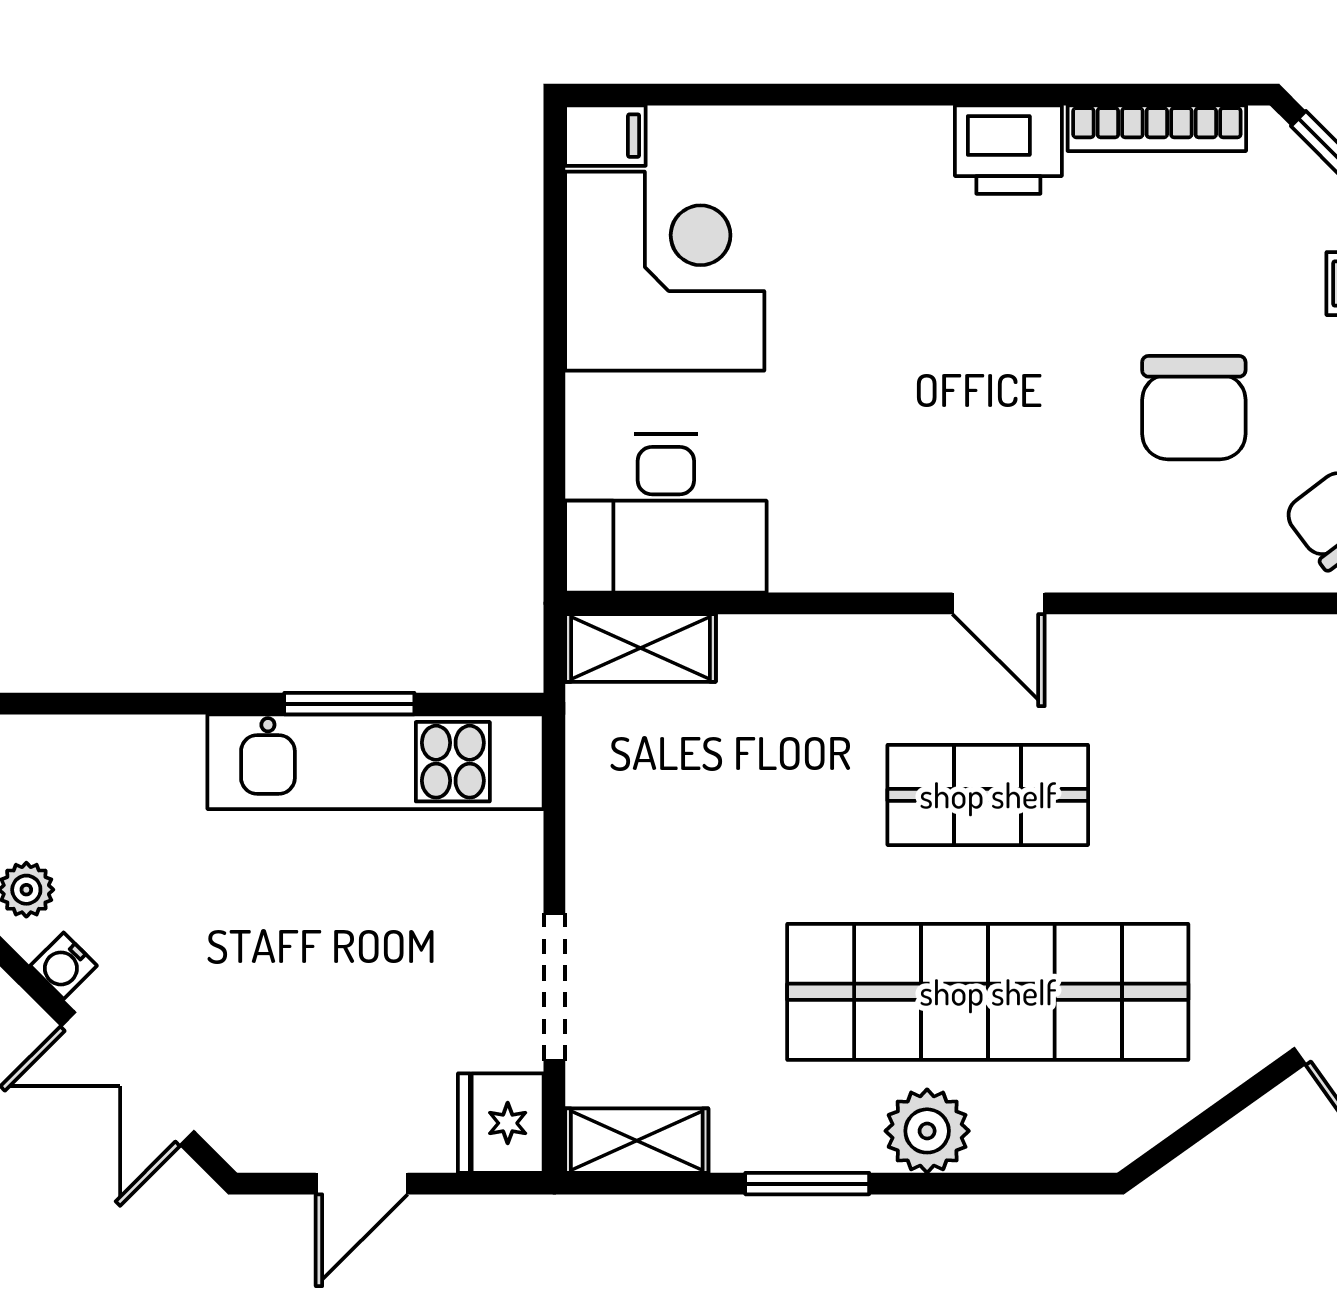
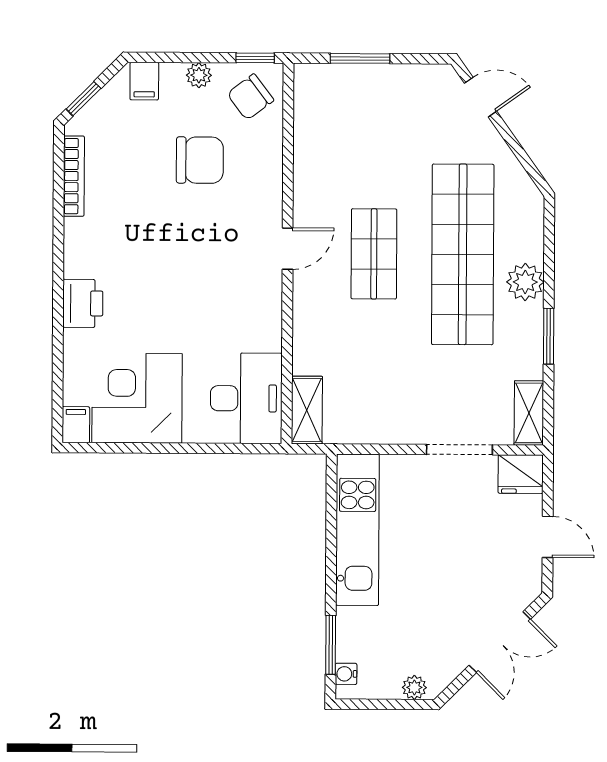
printer: (1008, 150) -> (83, 303), moved
window: (349, 704) -> (331, 645), moved
water cooler: (64, 966) -> (346, 674), moved, turned 135

